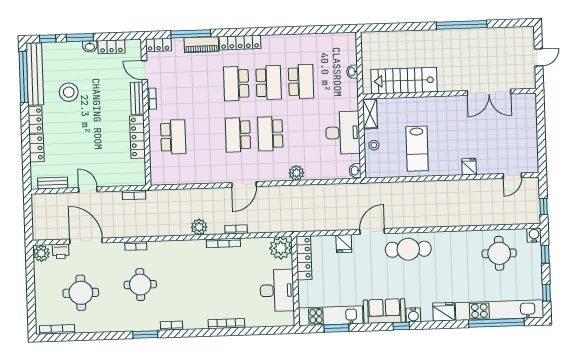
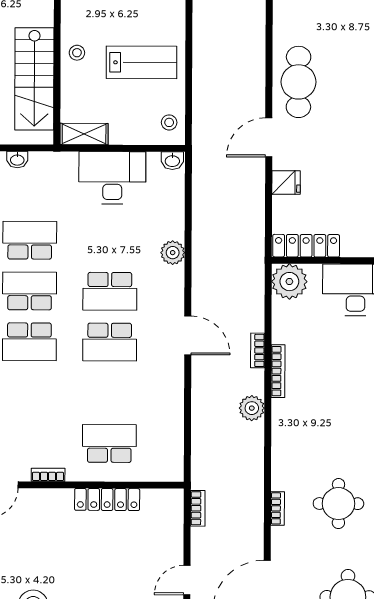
bench: (137, 98) -> (47, 498), removed
stool: (422, 107) -> (77, 53), added
stool: (374, 145) -> (169, 122), moved
door: (372, 232) -> (269, 137), hinge flipped

